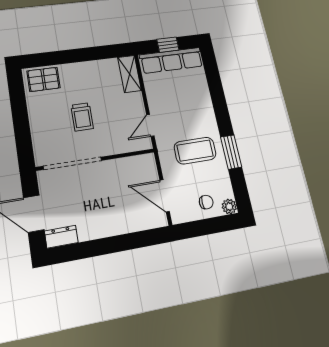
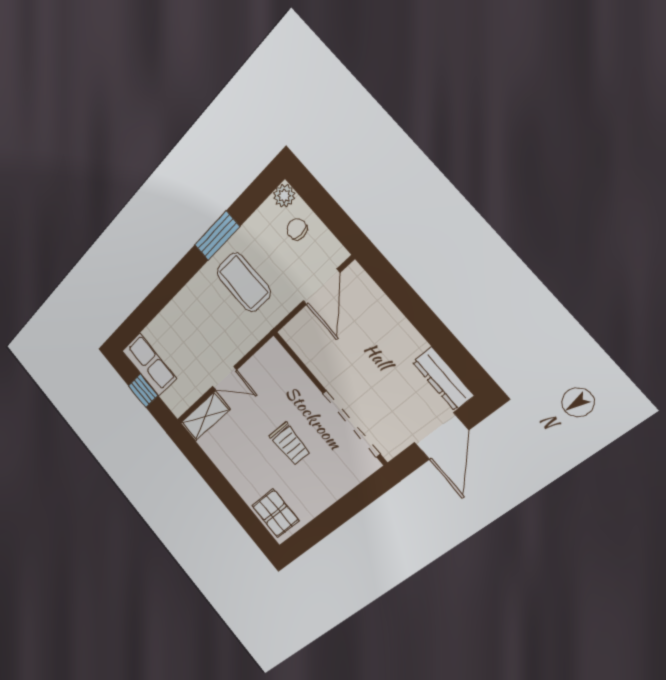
row of seats: (172, 60) -> (149, 365), width x0.68
trolley: (82, 117) -> (290, 444), turned 90
door: (150, 125) -> (225, 378), moved
dresser: (61, 237) -> (443, 379), width x1.44

